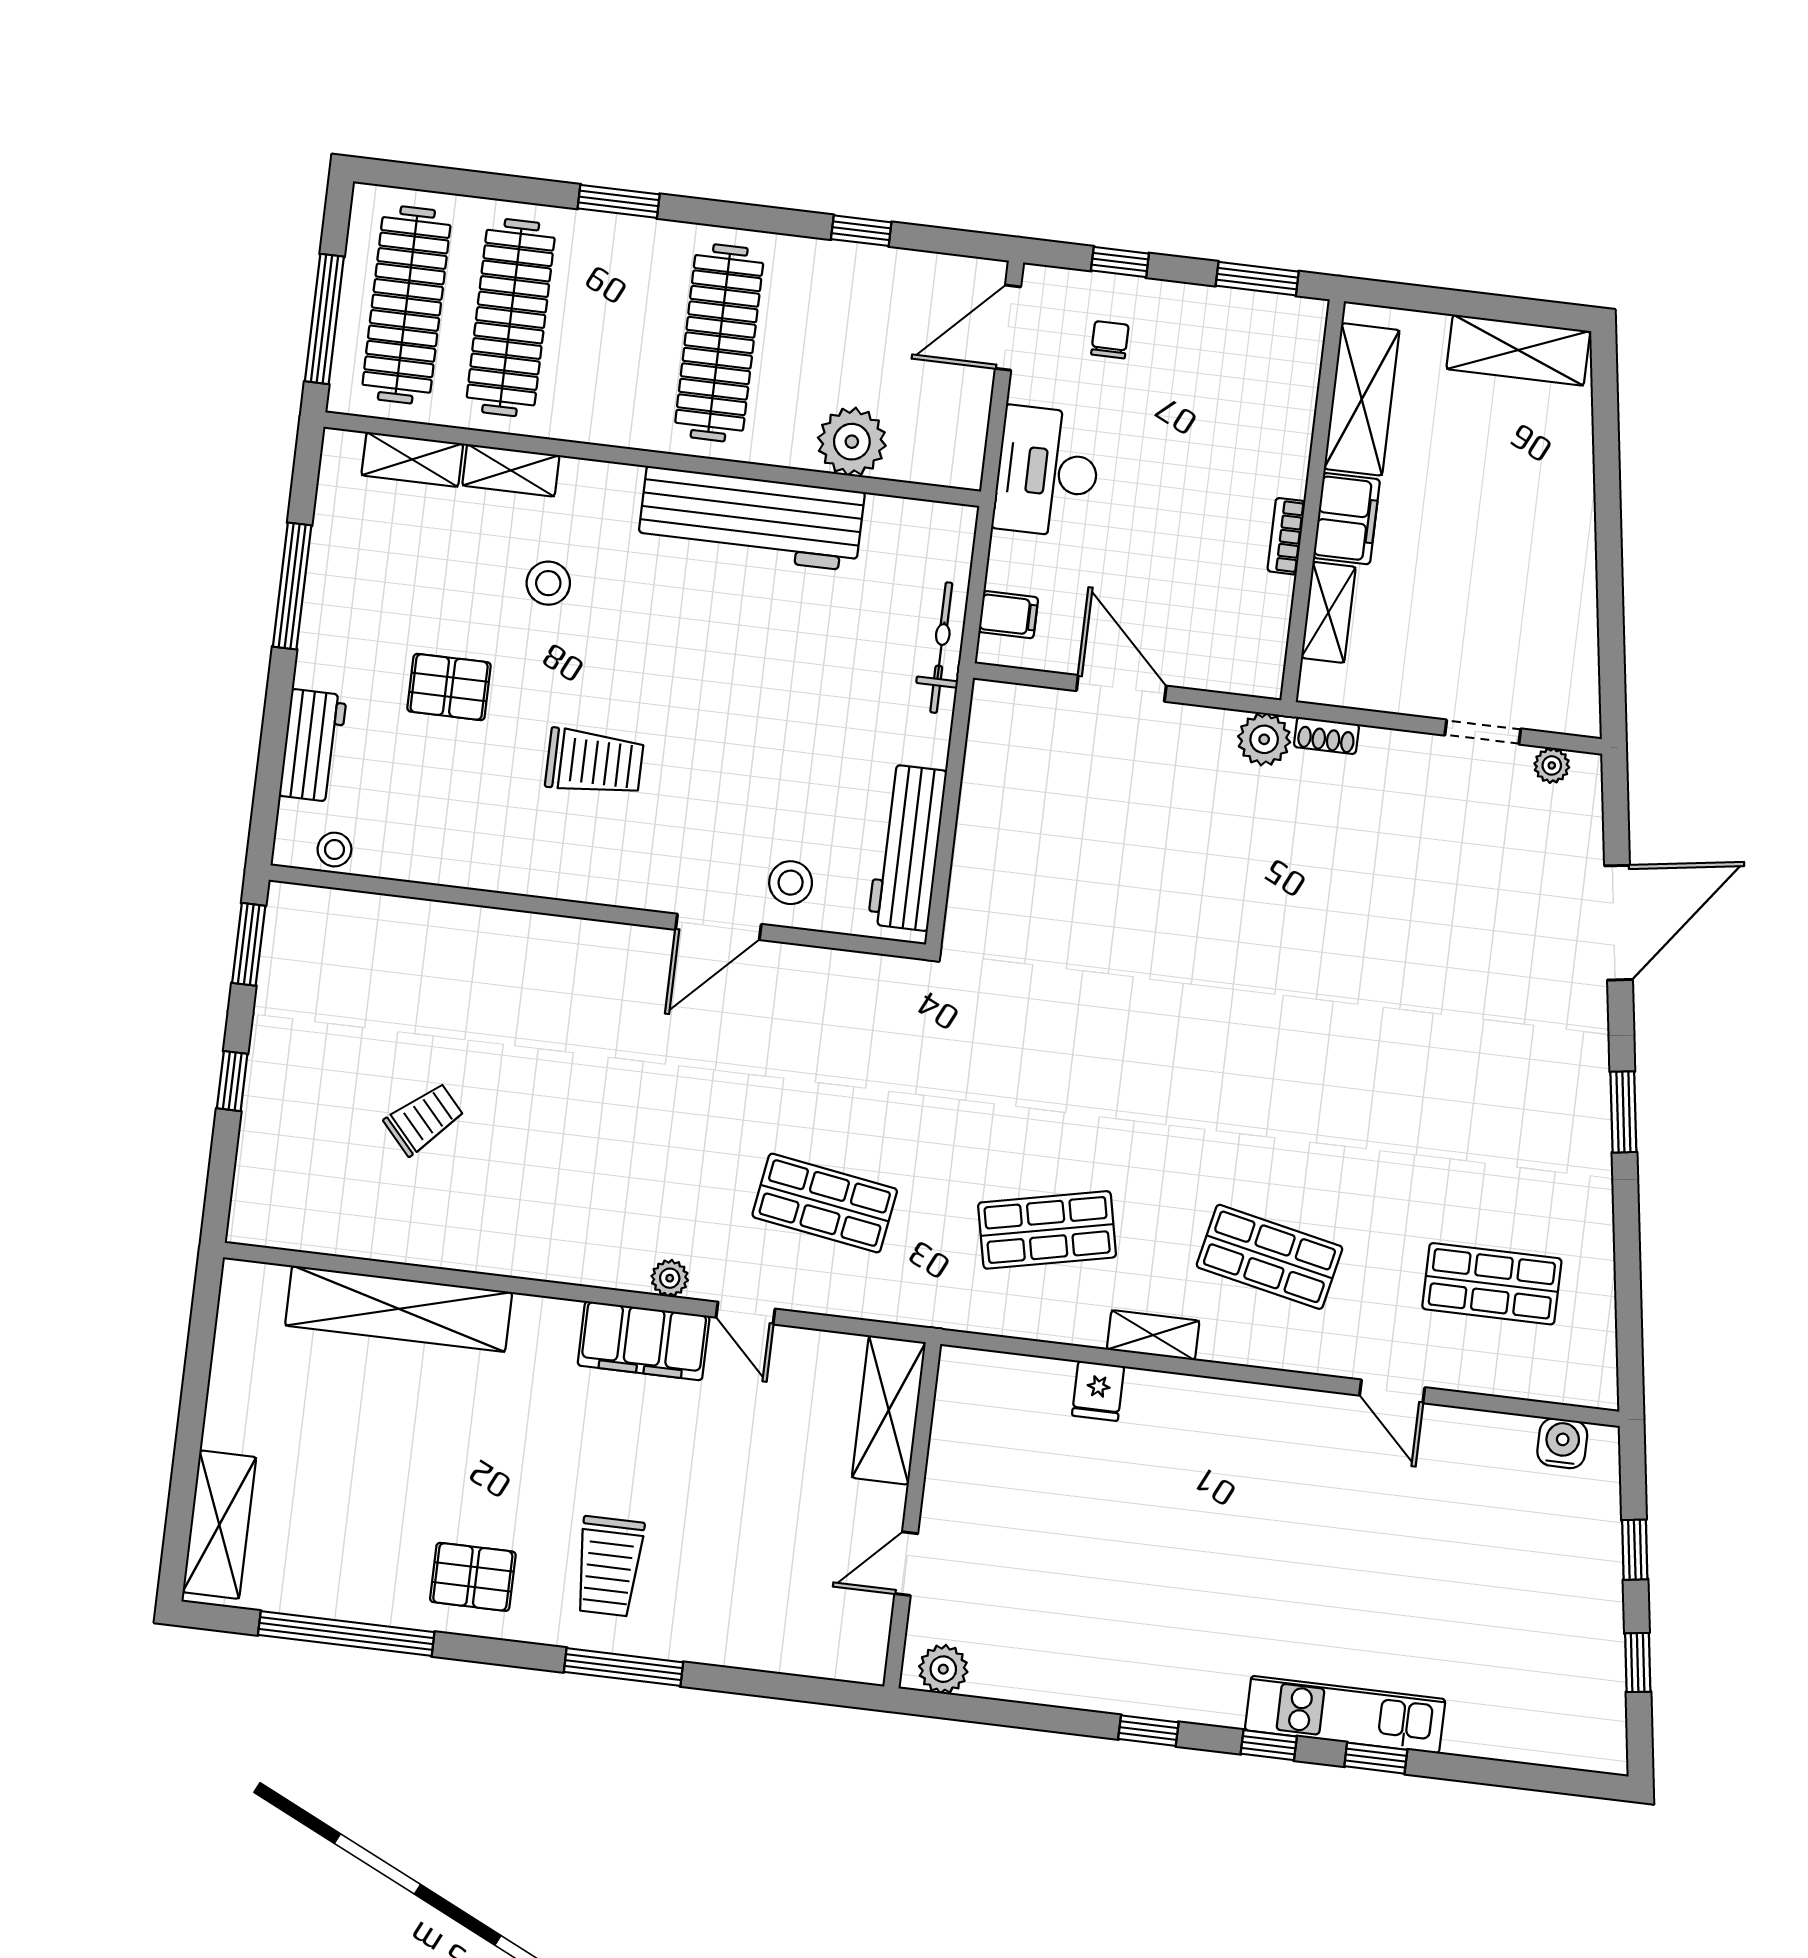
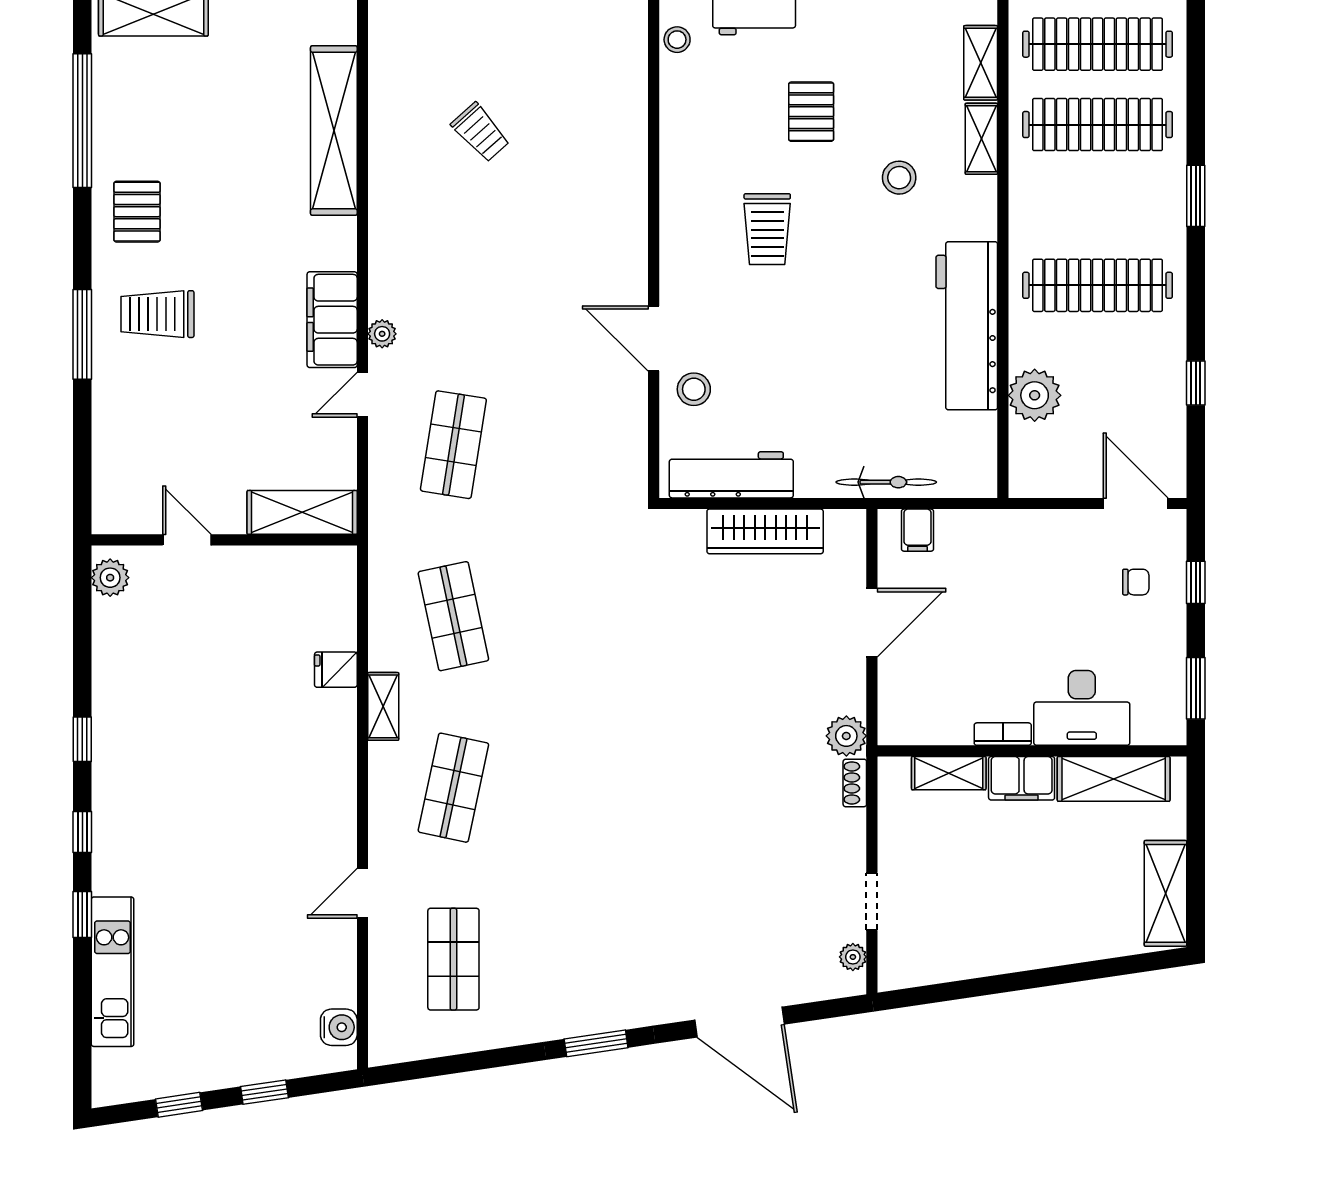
desk: (1047, 472) -> (1082, 708), moved, turned 180
wardrobe: (986, 813) -> (765, 531), added
kitchen unit: (1345, 1715) -> (112, 972), moved

